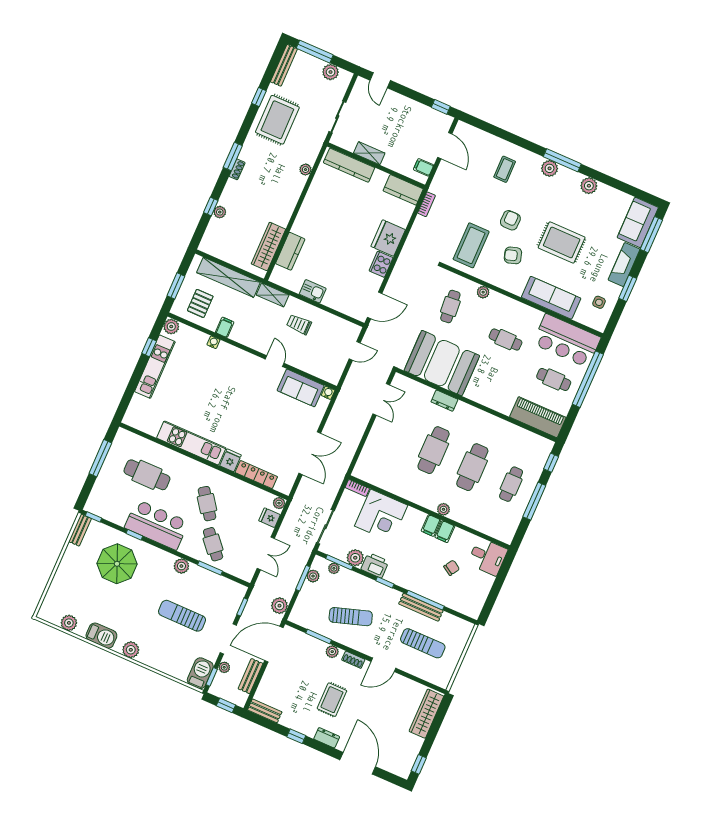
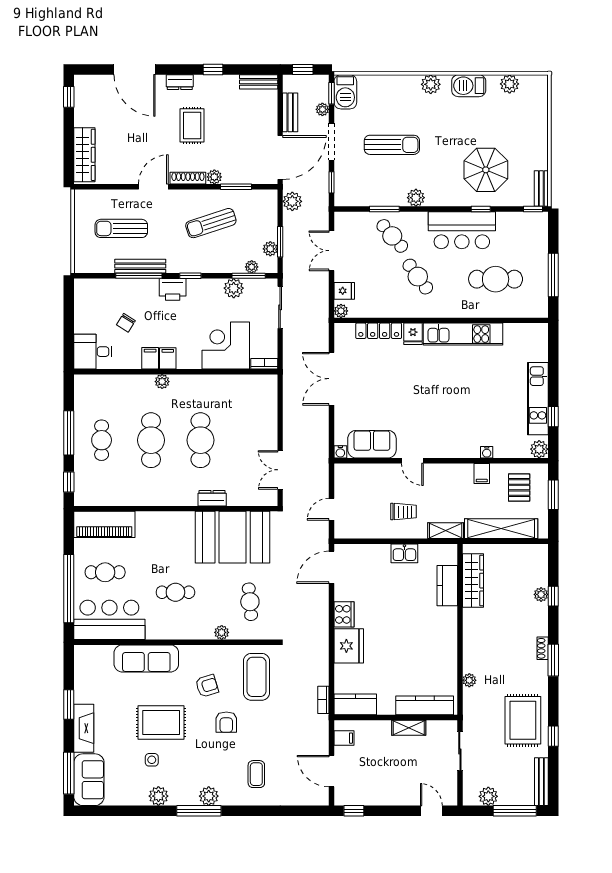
side table: (599, 302) -> (152, 760), moved
printer: (375, 565) -> (173, 289), moved
shoe rack: (353, 660) -> (188, 178), width x1.43

